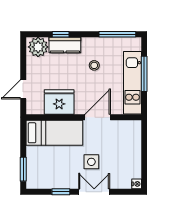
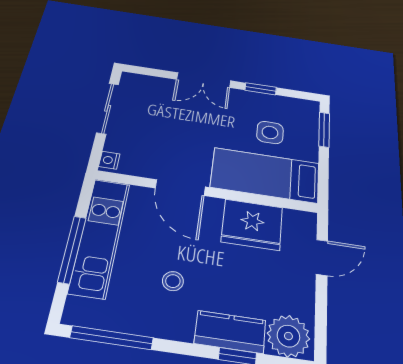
door: (98, 117) -> (180, 188), hinge flipped
sliding door: (144, 161) -> (108, 108), added
side table: (91, 162) -> (270, 132), moved
nightstand: (137, 184) -> (109, 160), moved

